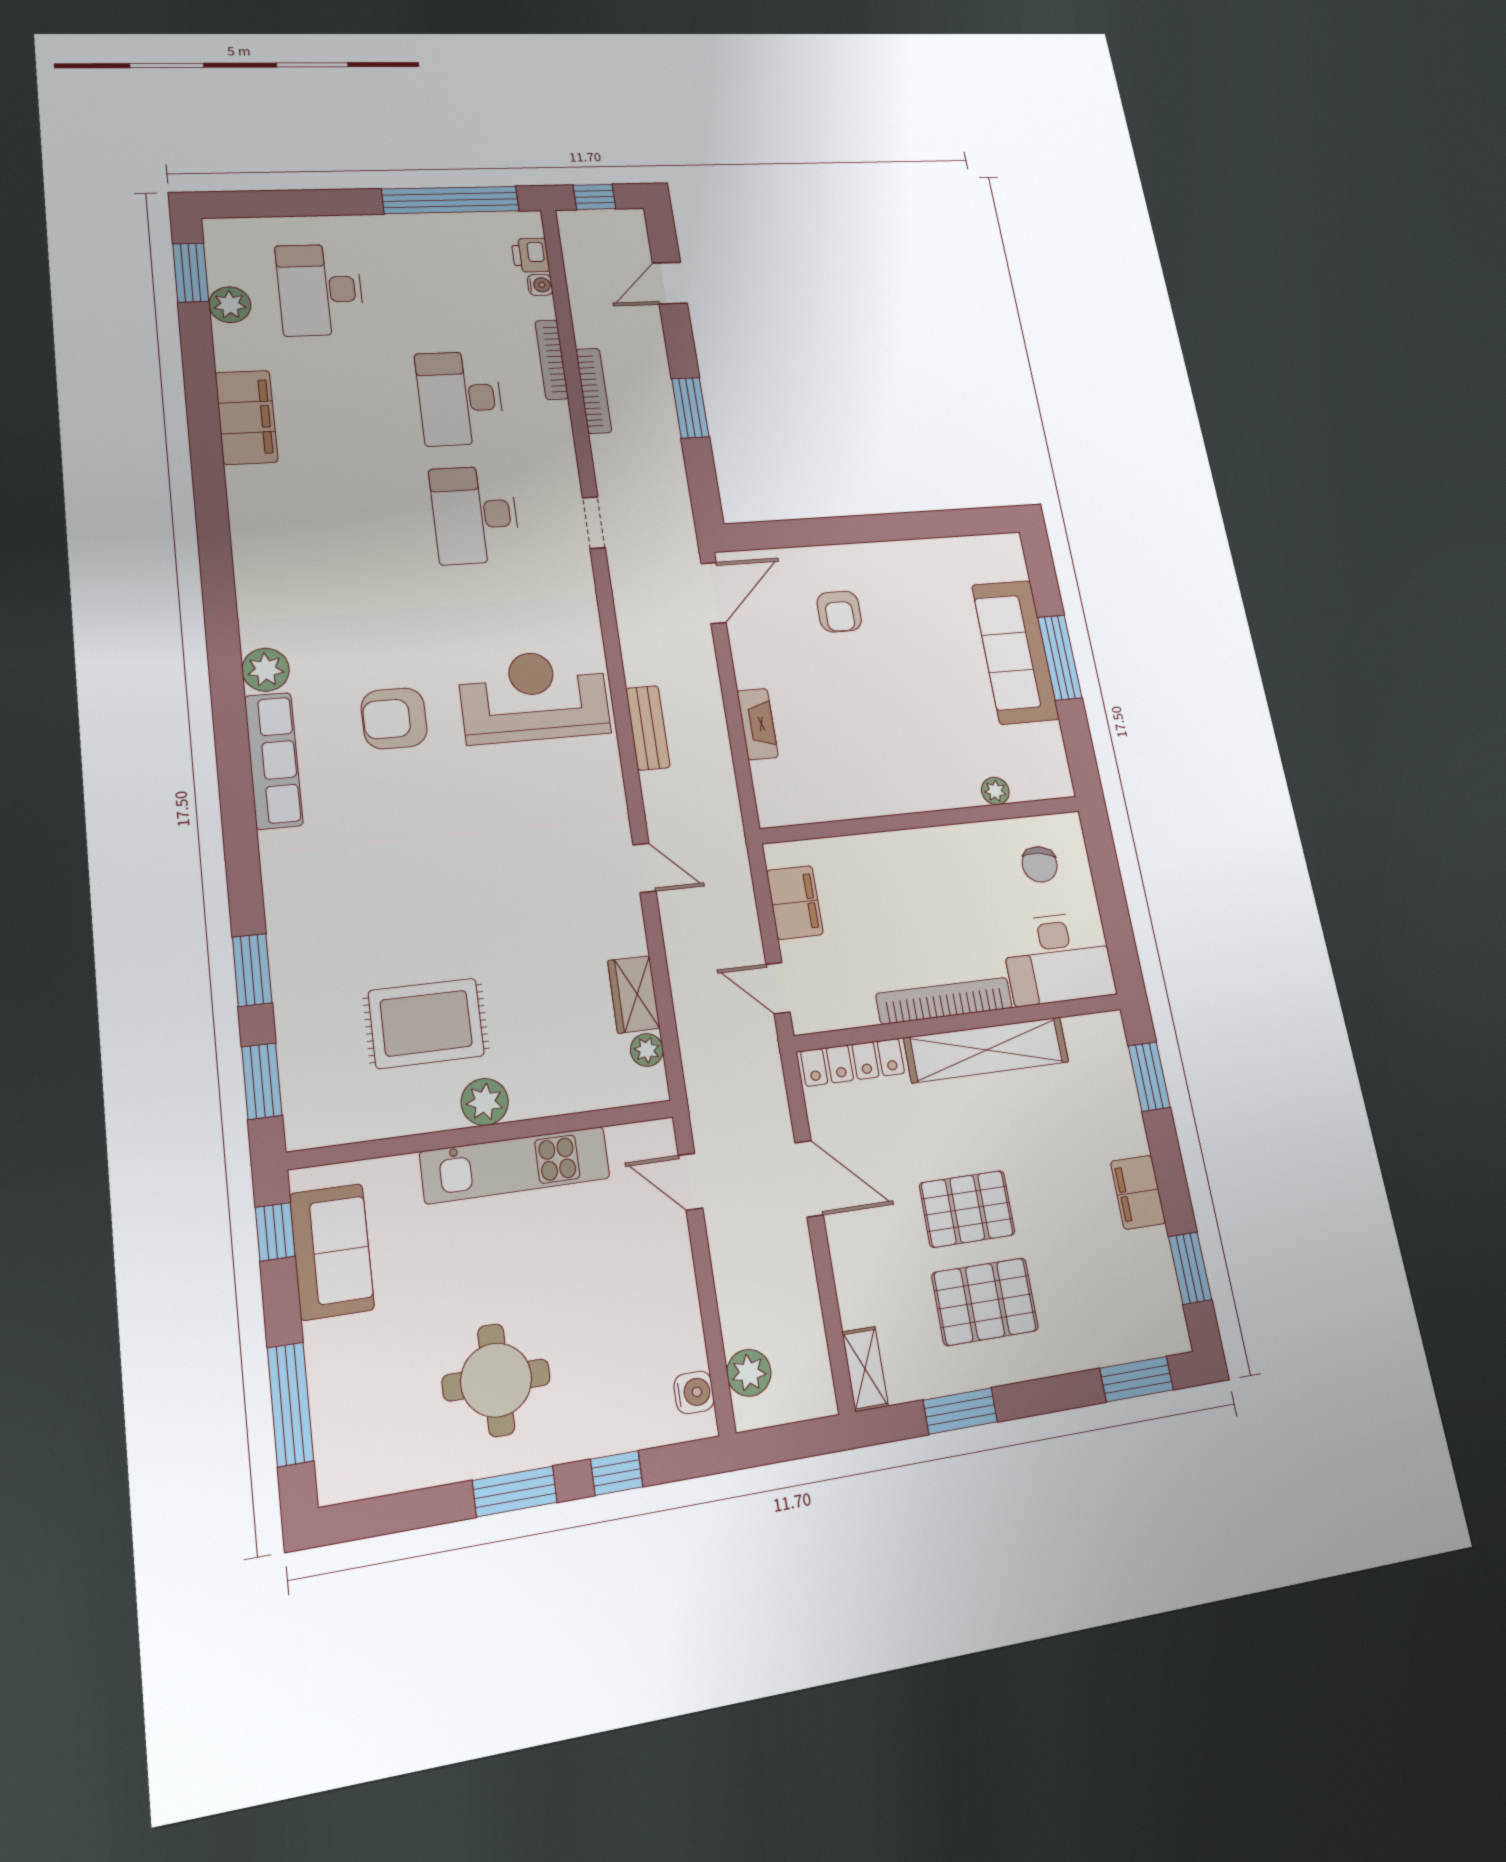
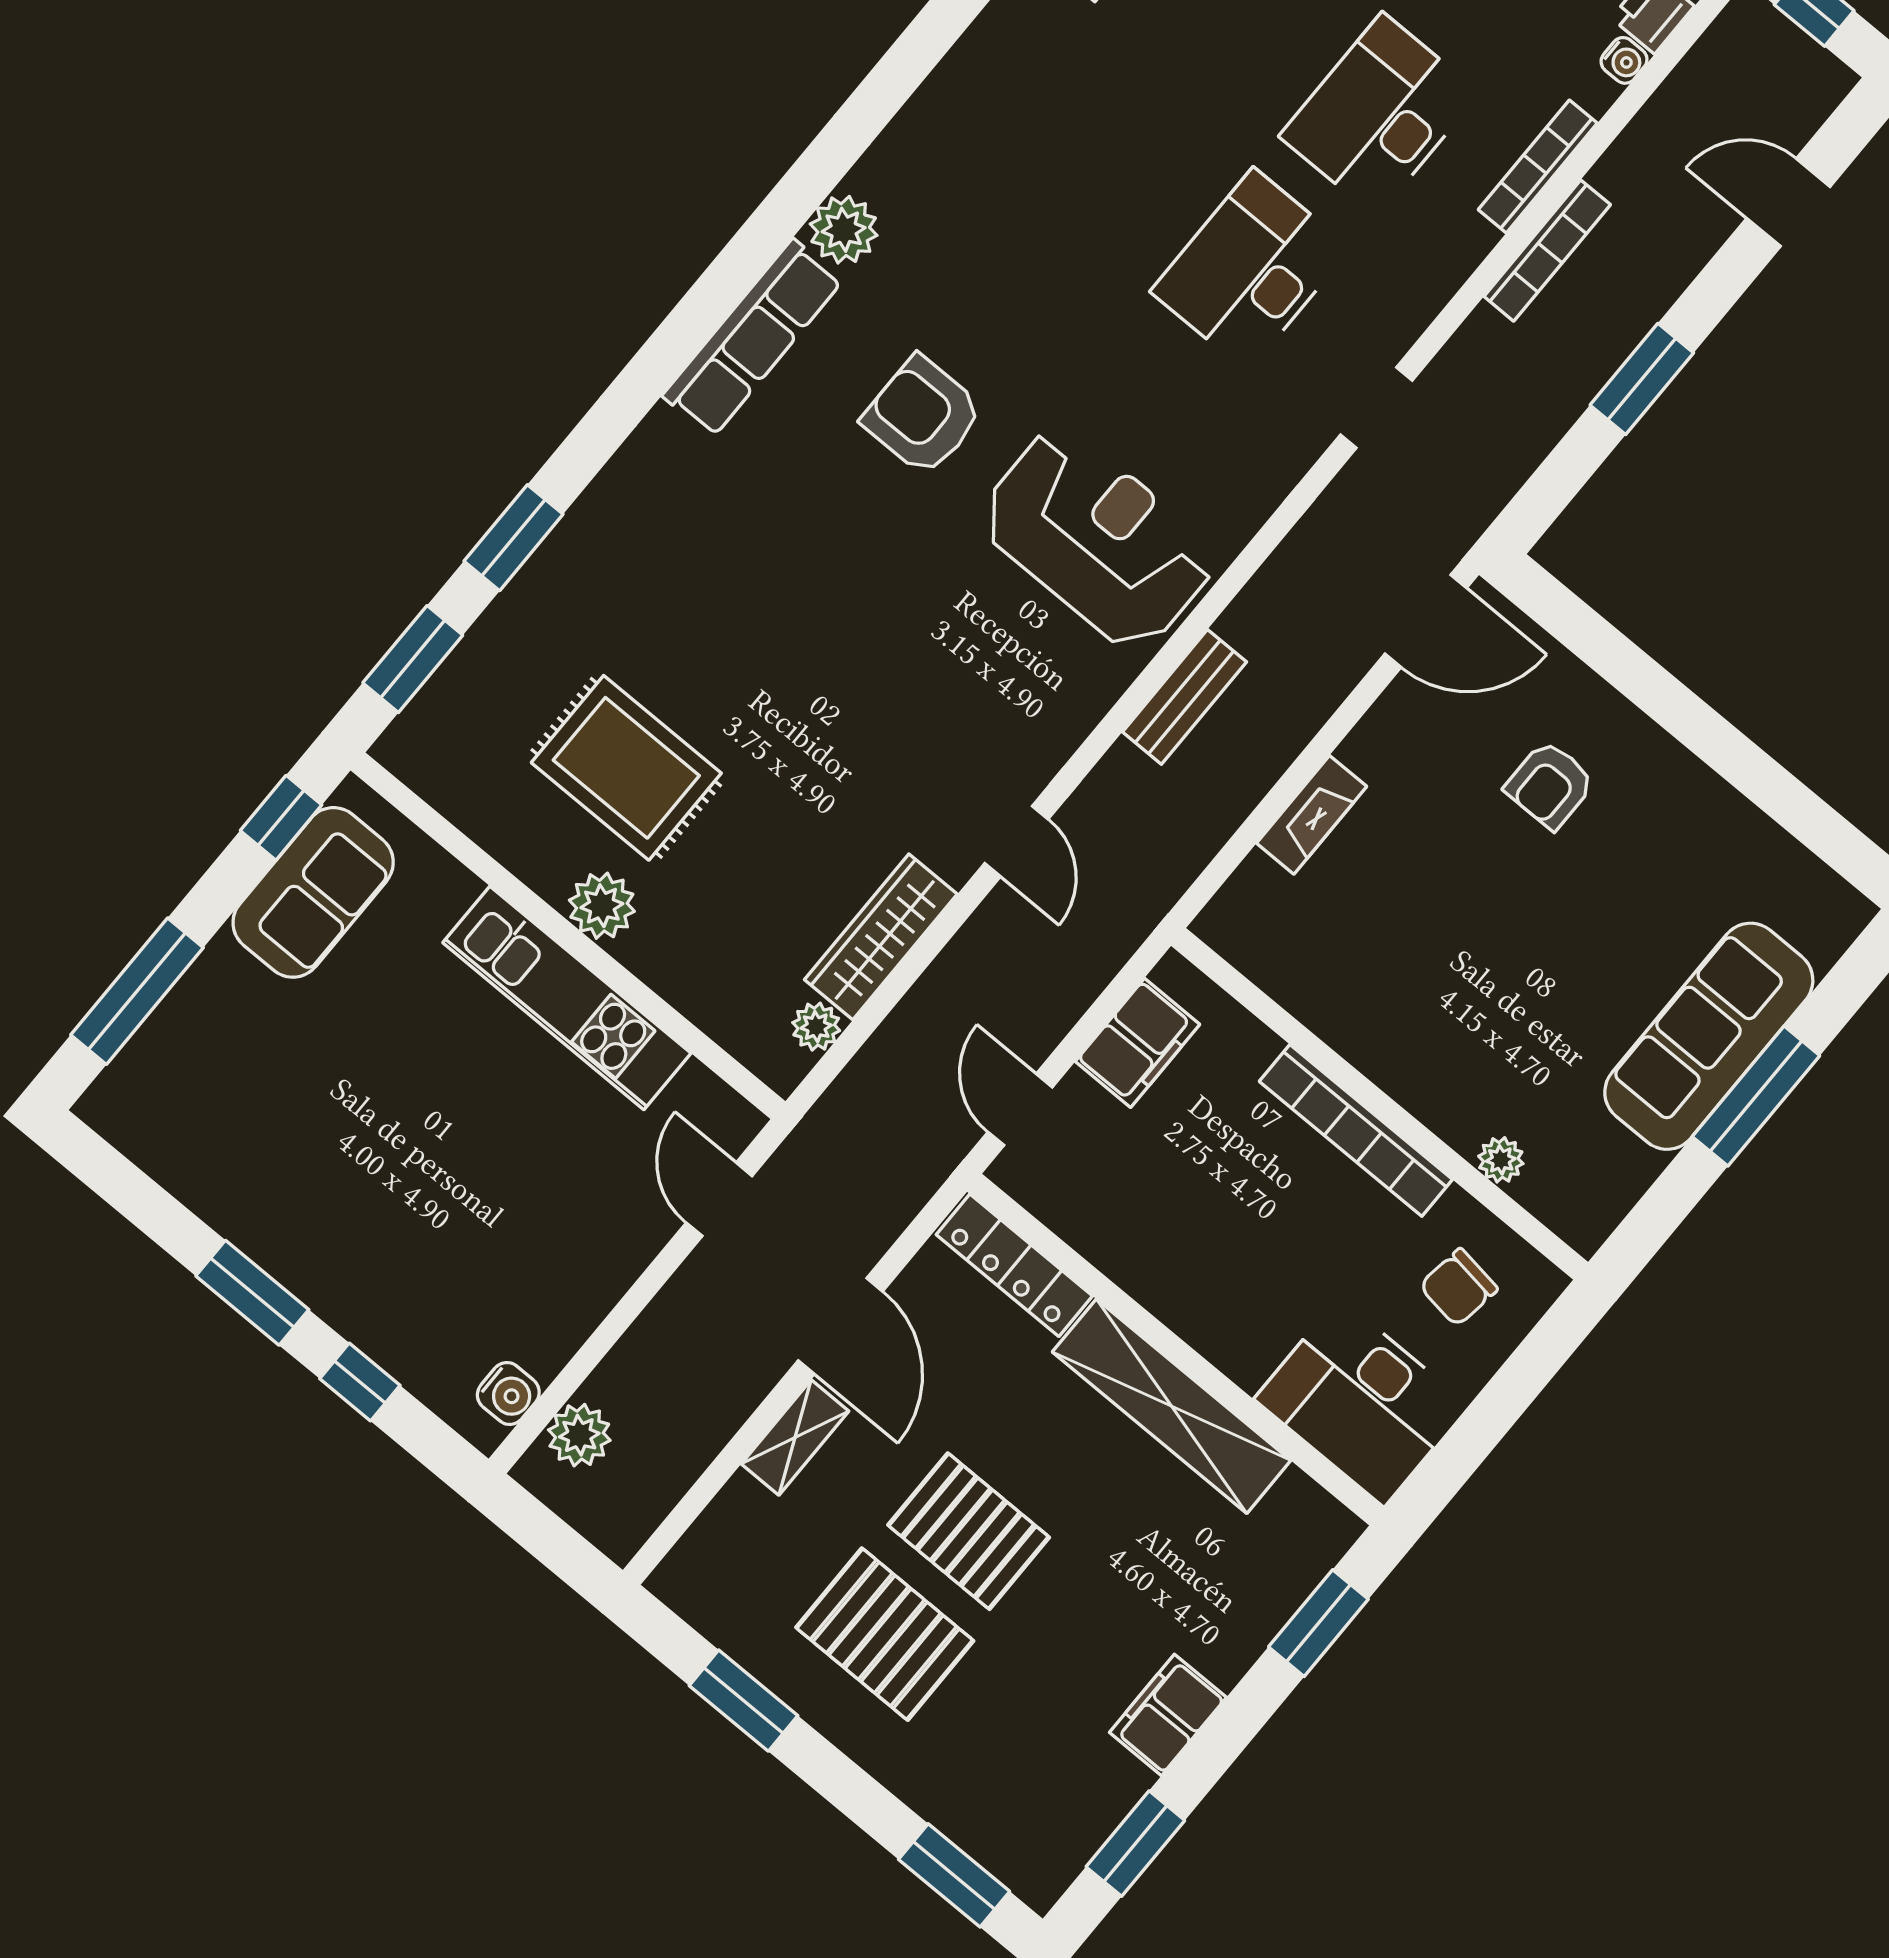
wardrobe: (634, 994) -> (881, 937), width x1.50
bookcase: (944, 1001) -> (1356, 1130), moved, turned 180
shelving: (865, 1369) -> (795, 1437), moved
round table: (496, 1380) -> (340, 1176), removed

